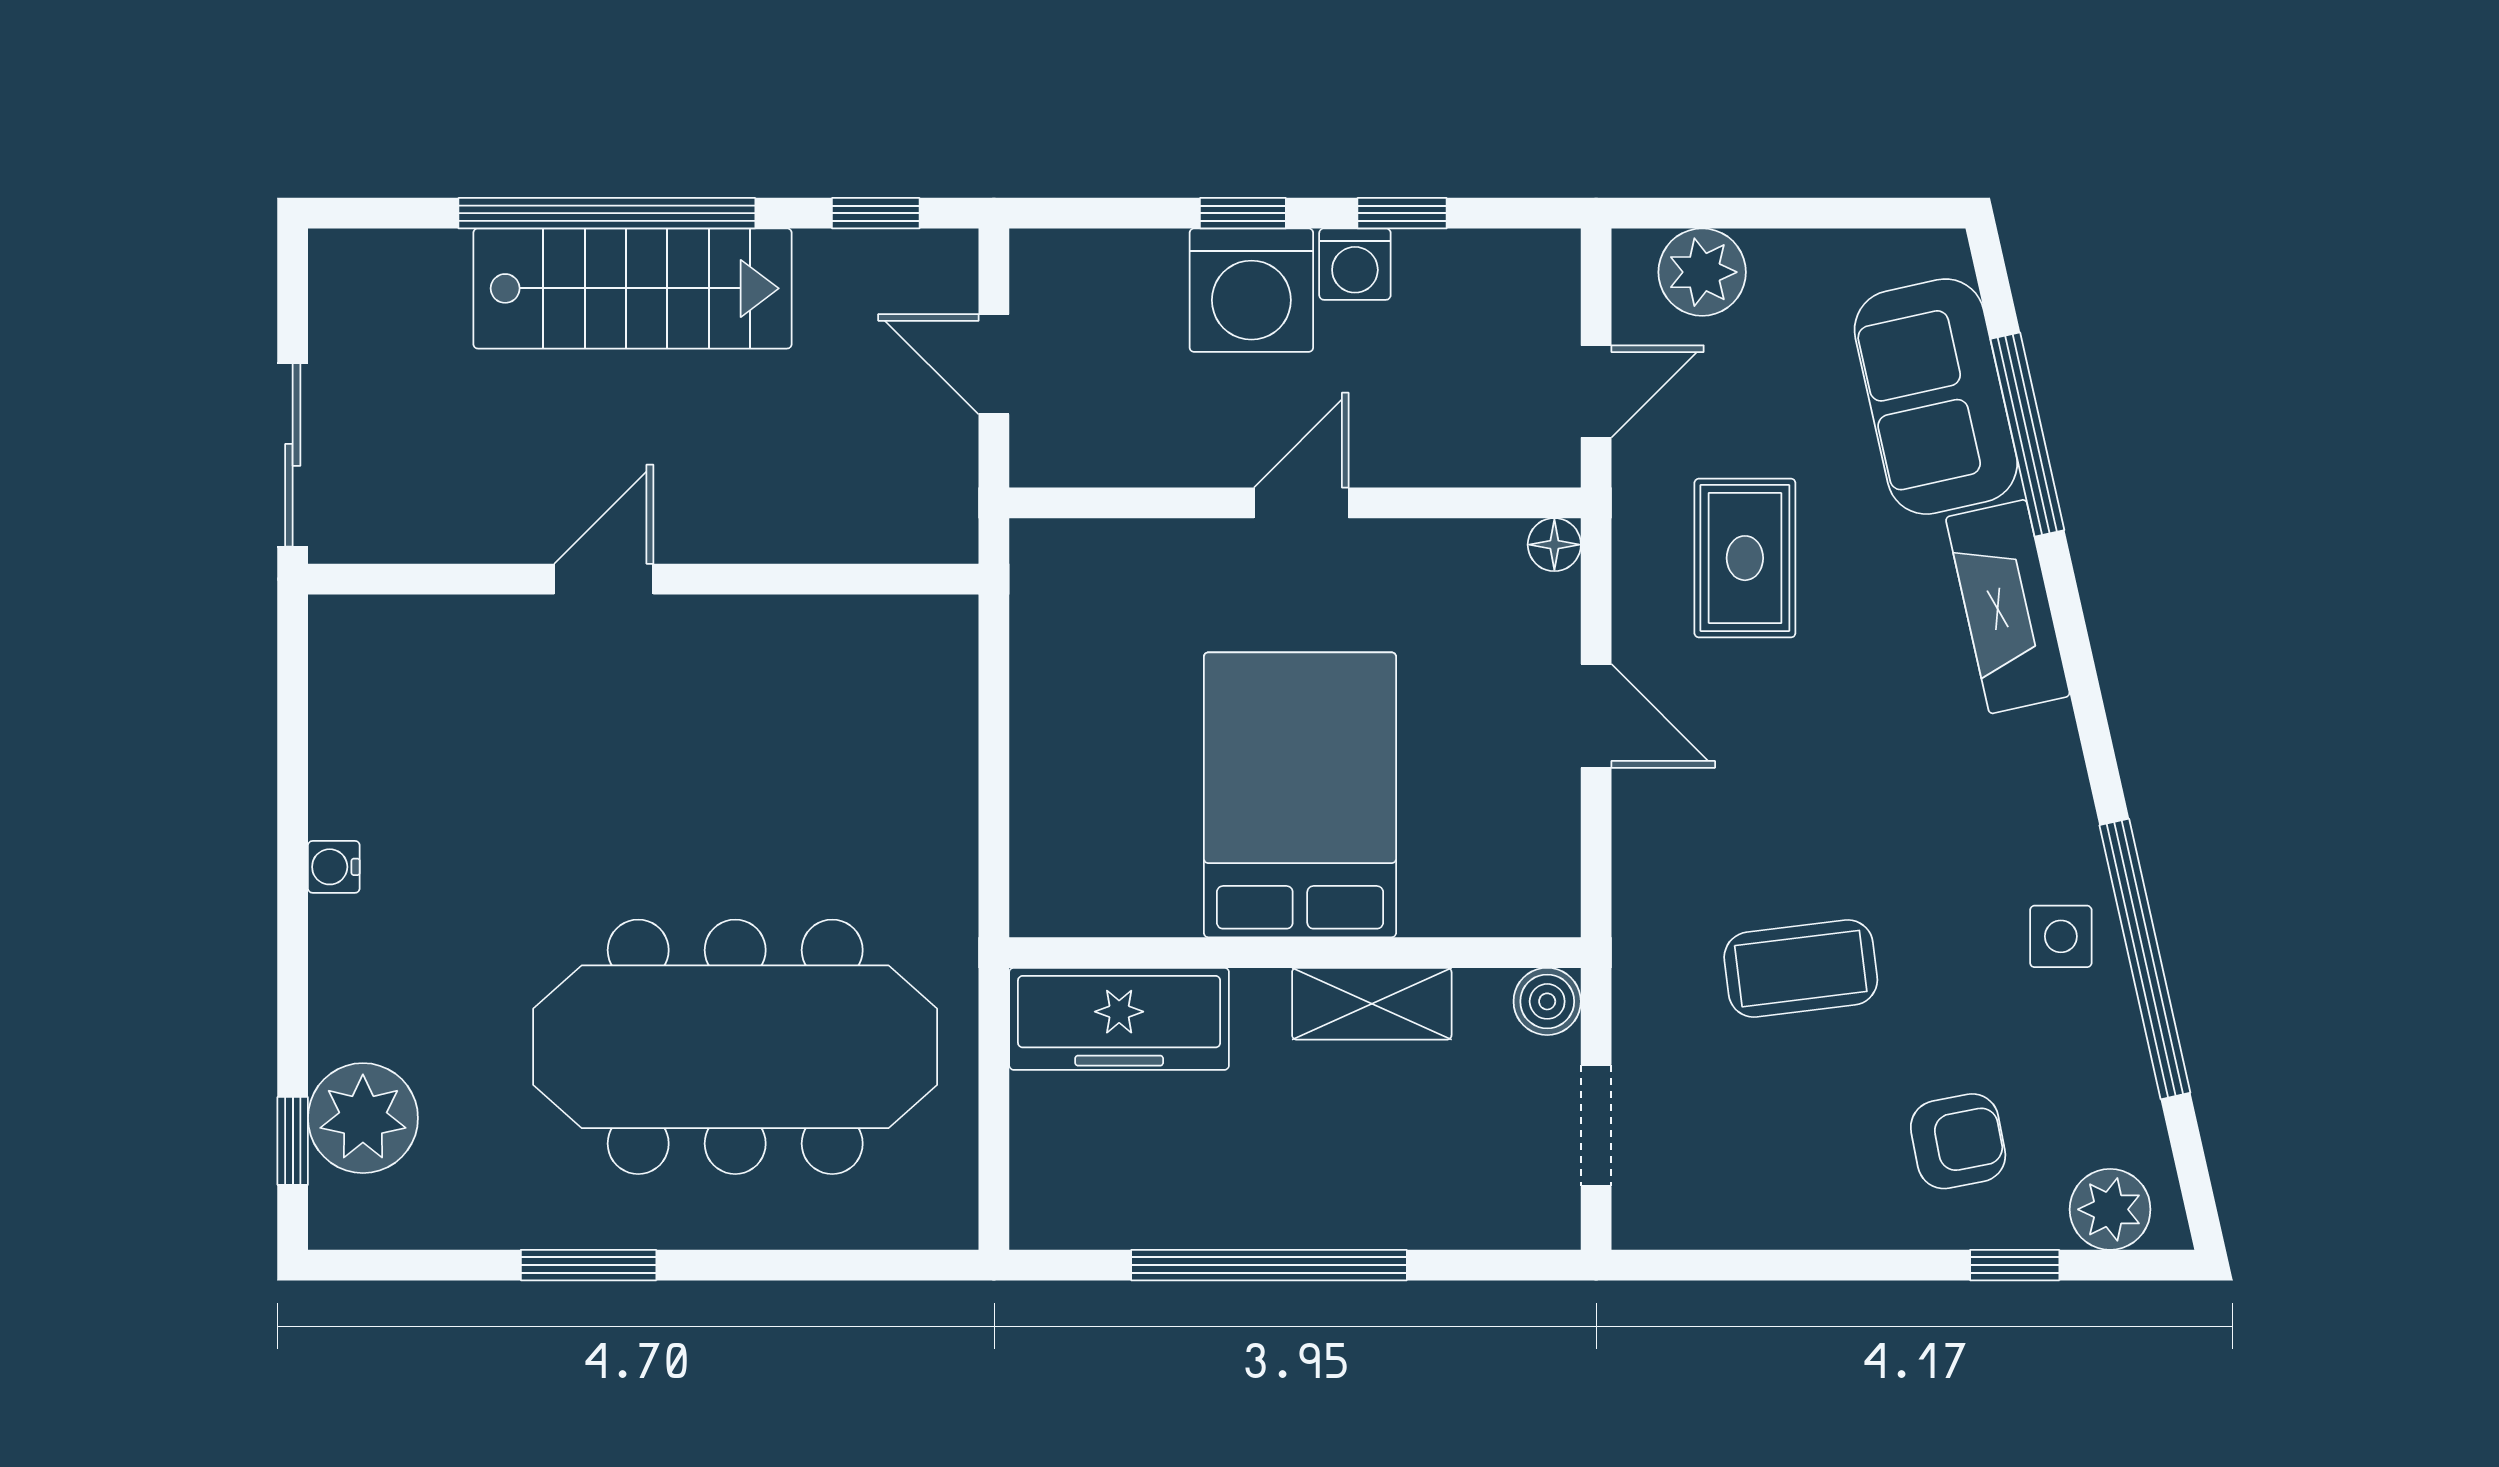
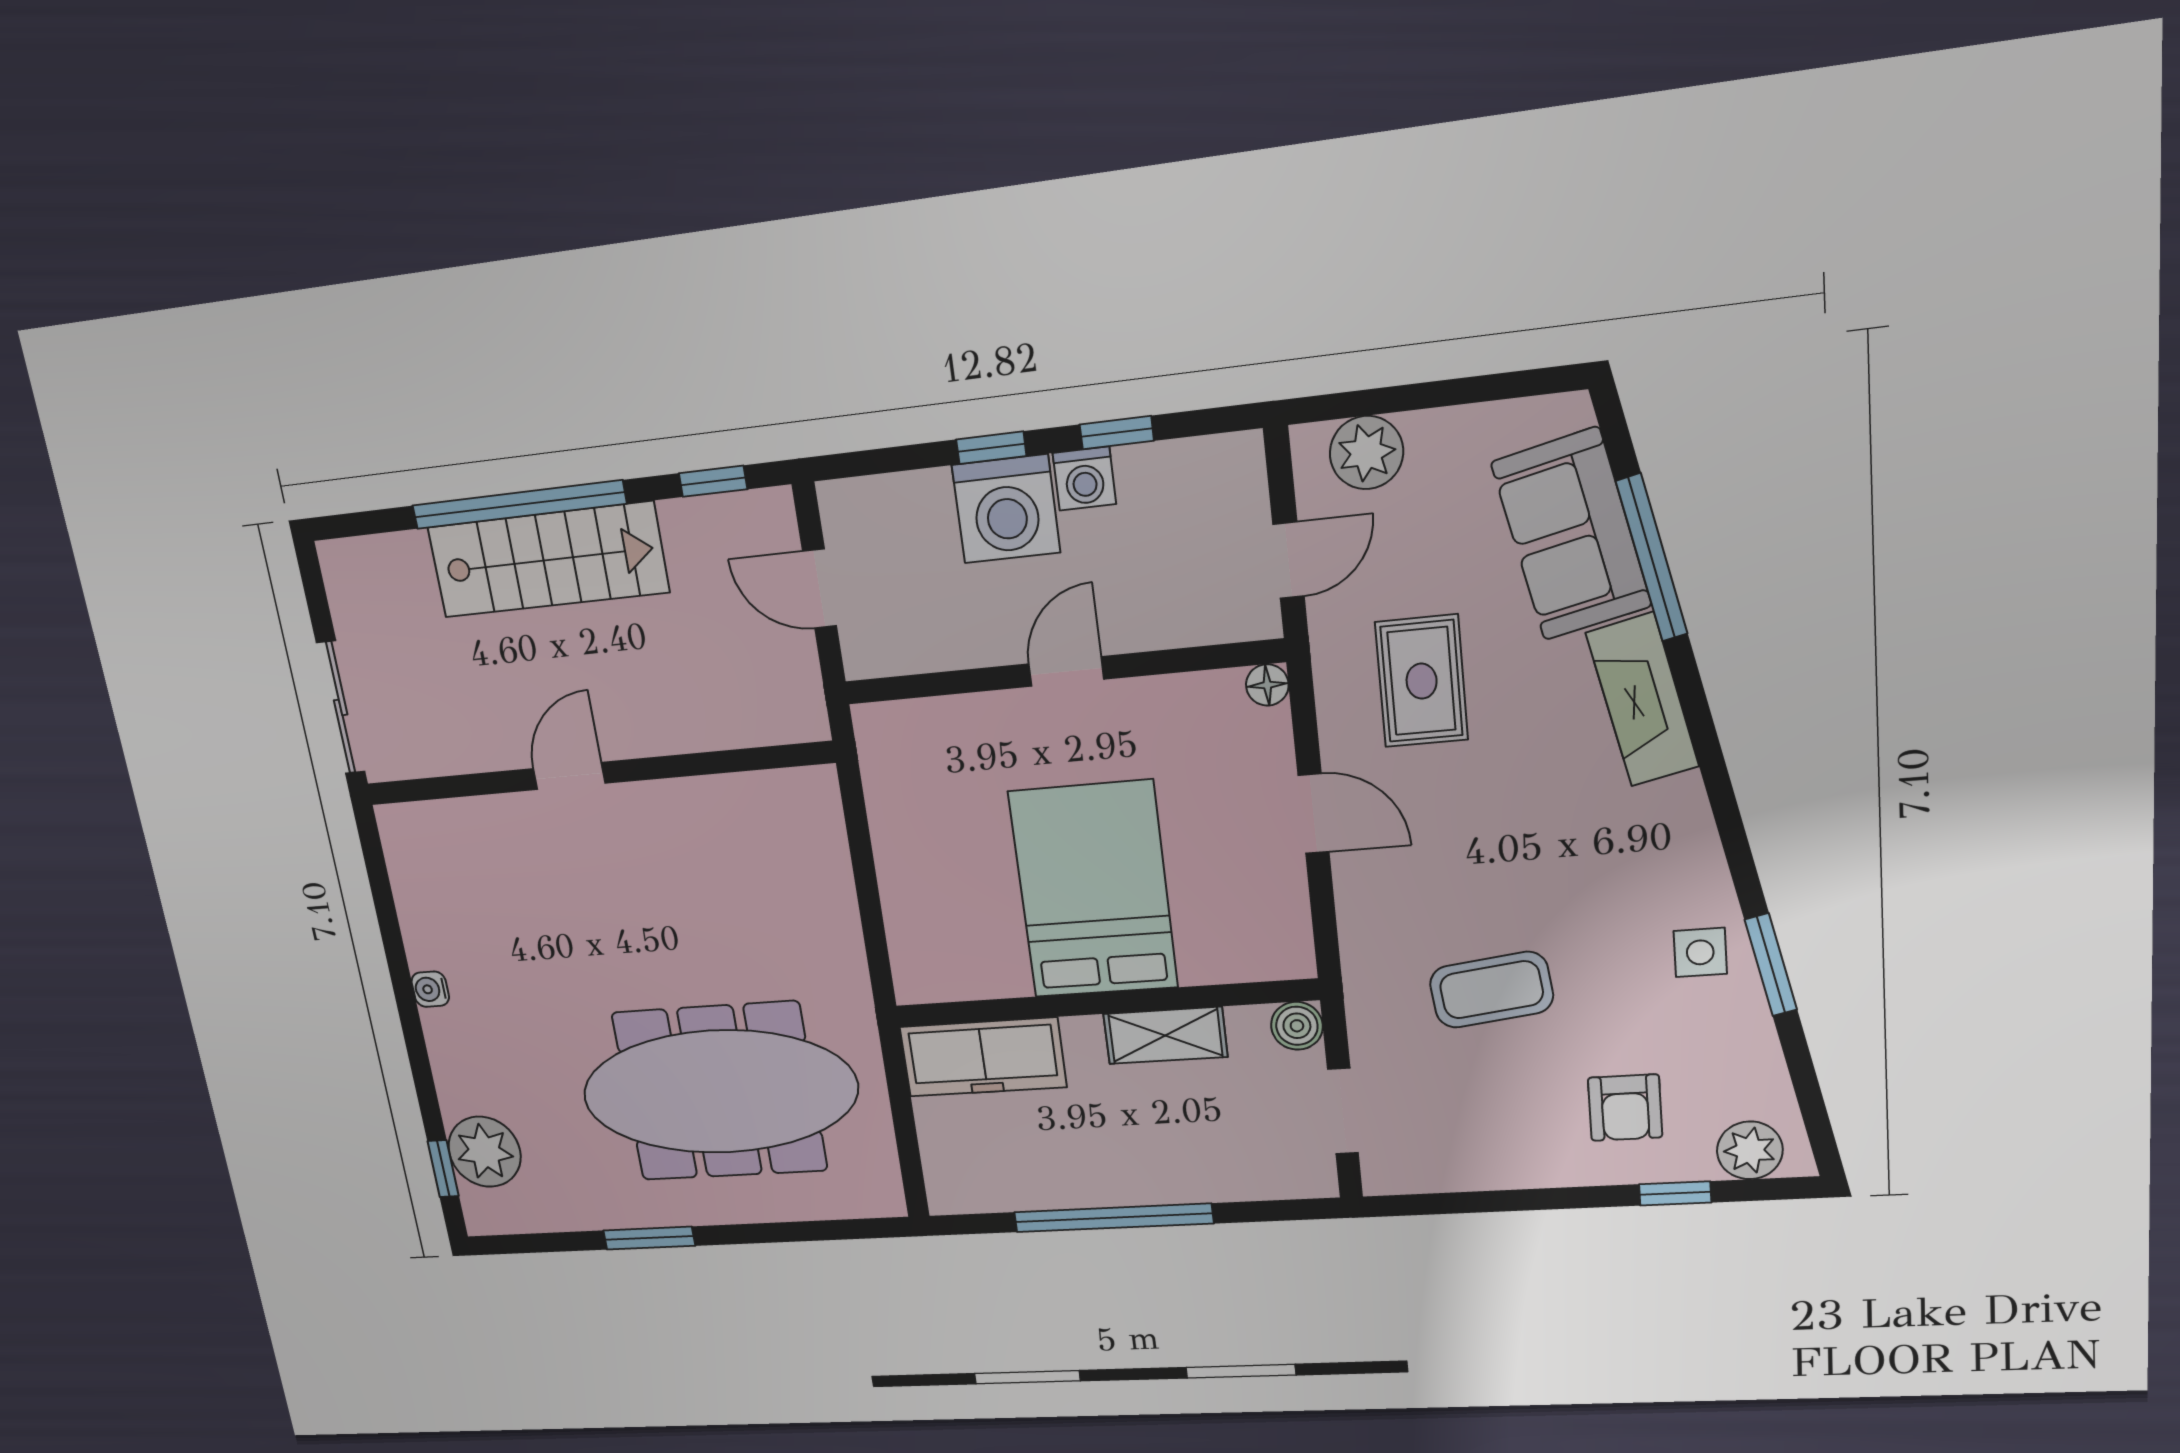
window: (2145, 959) -> (1771, 965), width x0.47
armchair: (1958, 1141) -> (1625, 1108), turned 101

